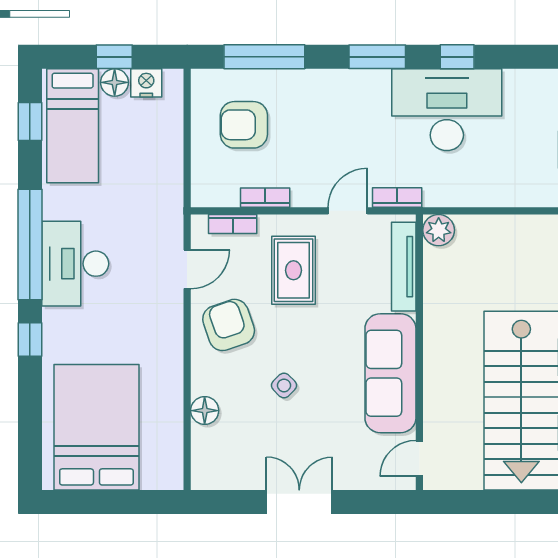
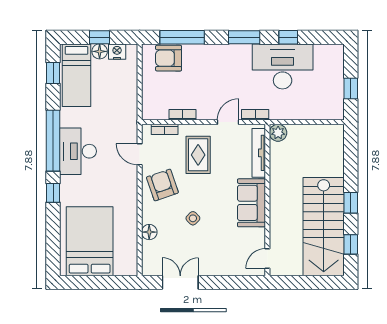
armchair: (244, 125) -> (169, 58), moved
door: (187, 269) -> (140, 154), swing flipped
sofa: (390, 373) -> (252, 203), width x0.73
double door: (299, 502) -> (180, 282), moved

